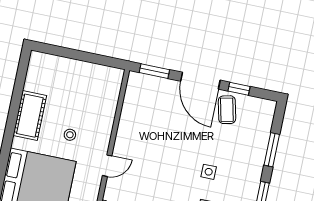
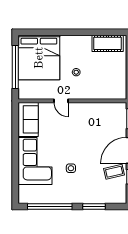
cot: (30, 116) -> (108, 43), moved

